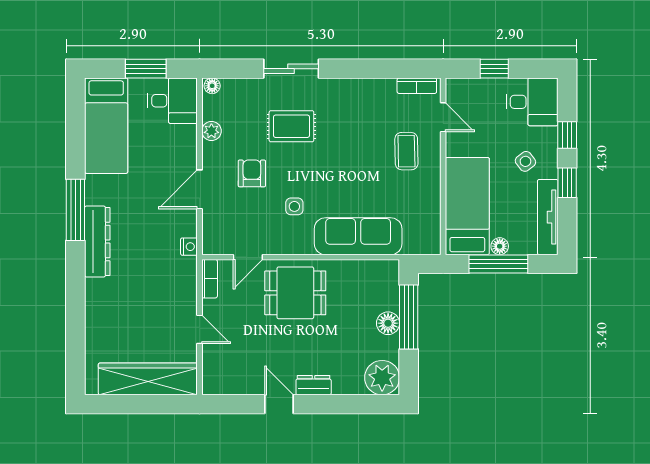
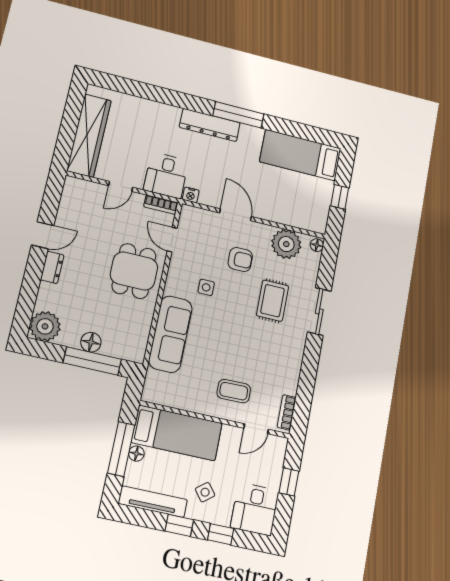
window: (146, 69) -> (340, 197), width x0.67
desk: (173, 101) -> (166, 175), moved
plant: (211, 131) -> (286, 244), width x1.88, depth x1.88

